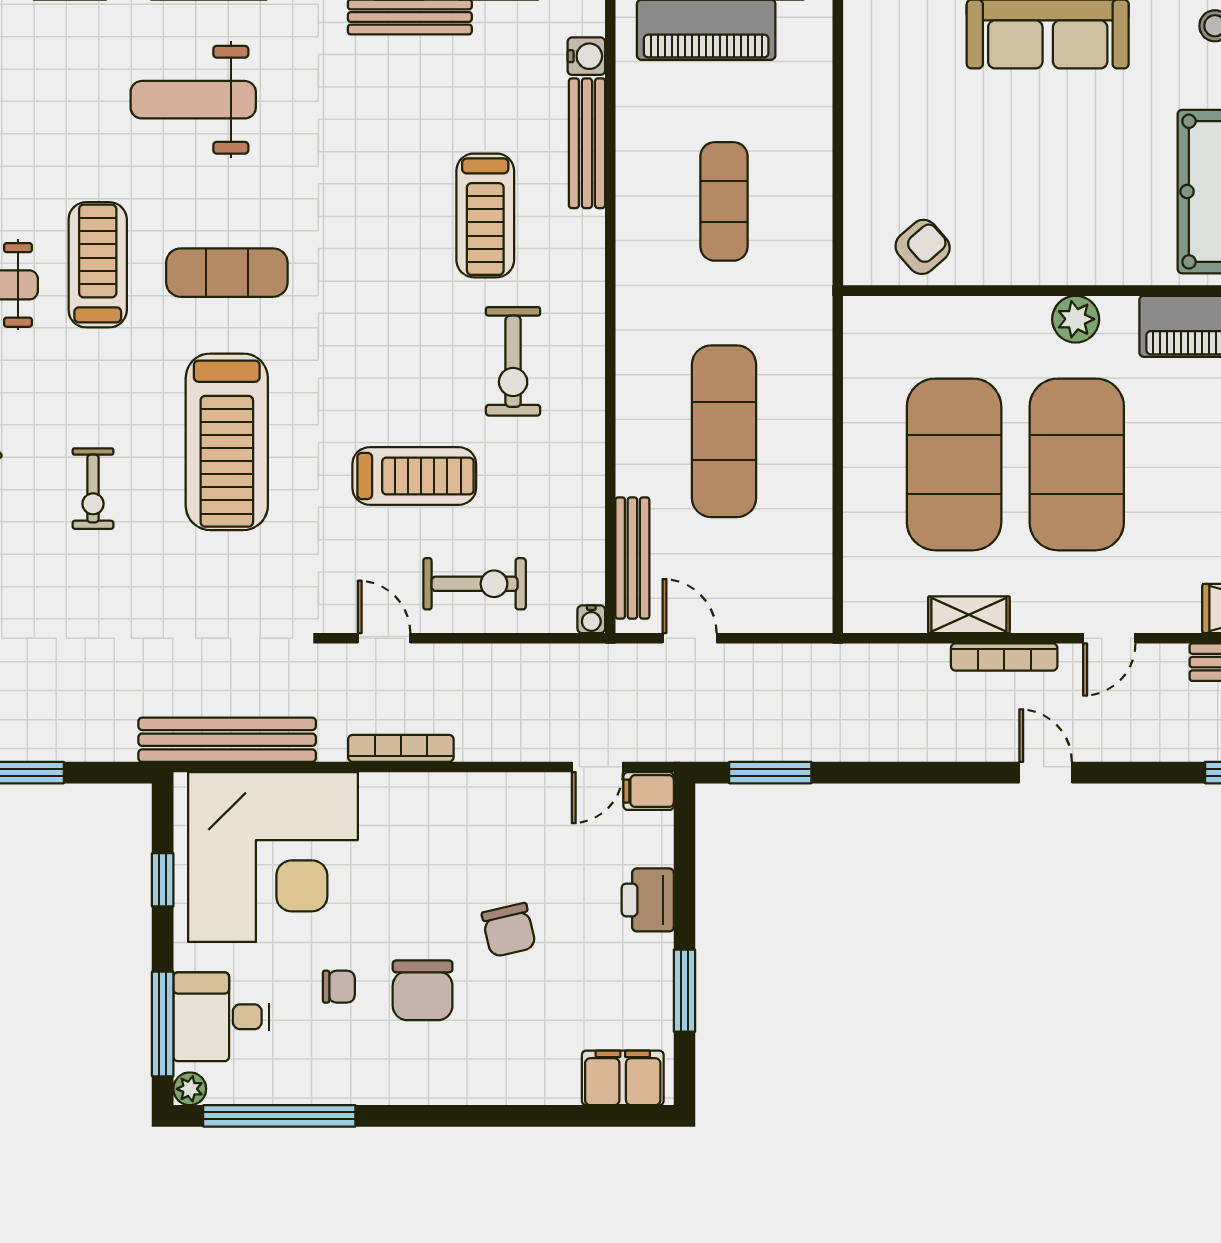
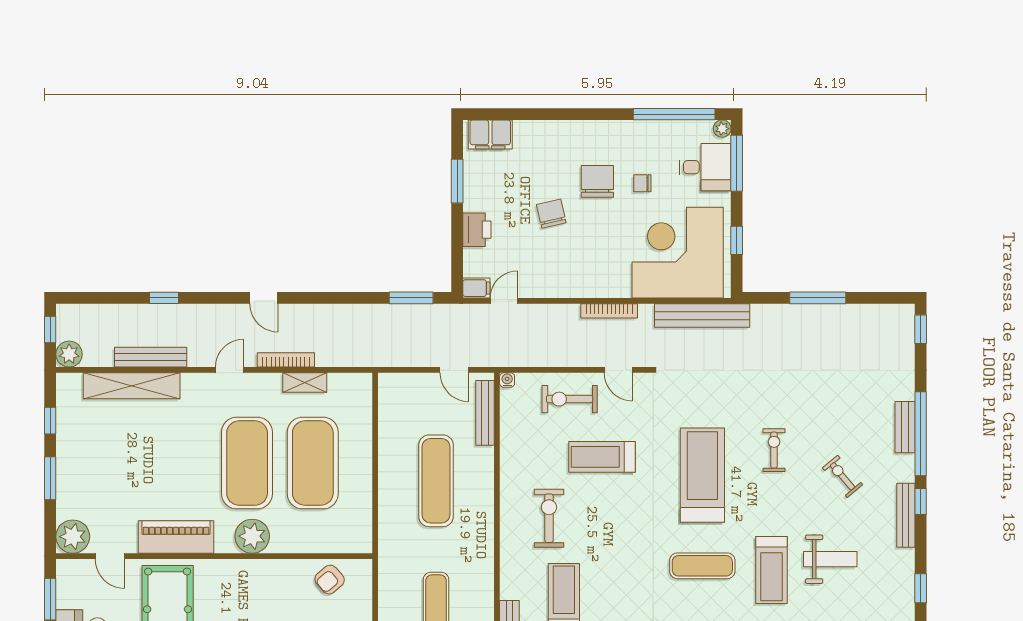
plant: (1076, 319) -> (252, 536), width x1.36, depth x1.36

